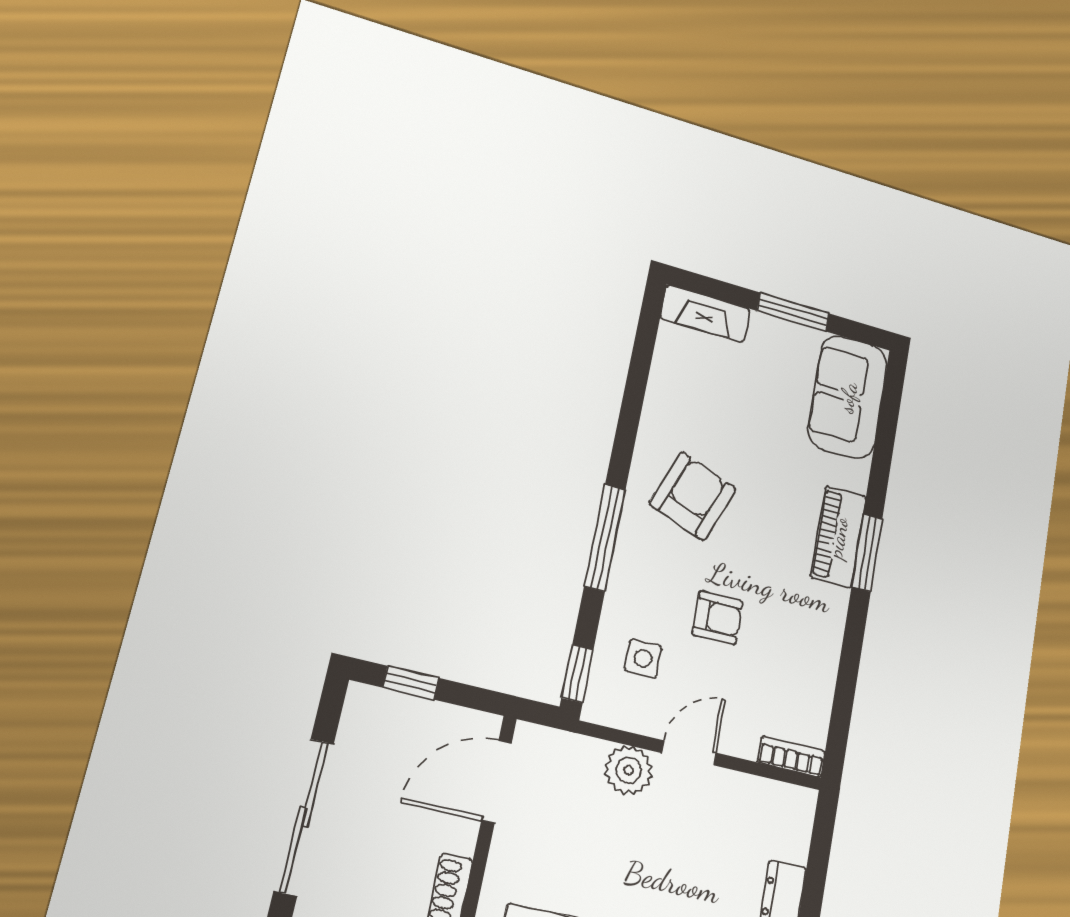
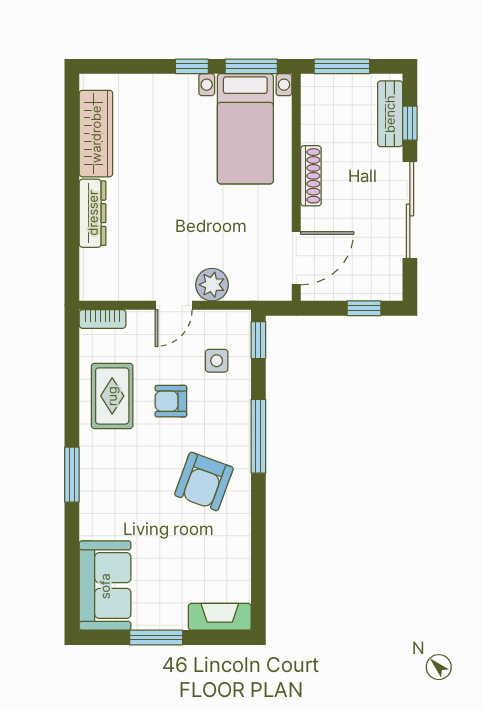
piano: (838, 537) -> (95, 480), removed
rug: (796, 645) -> (112, 396), added

